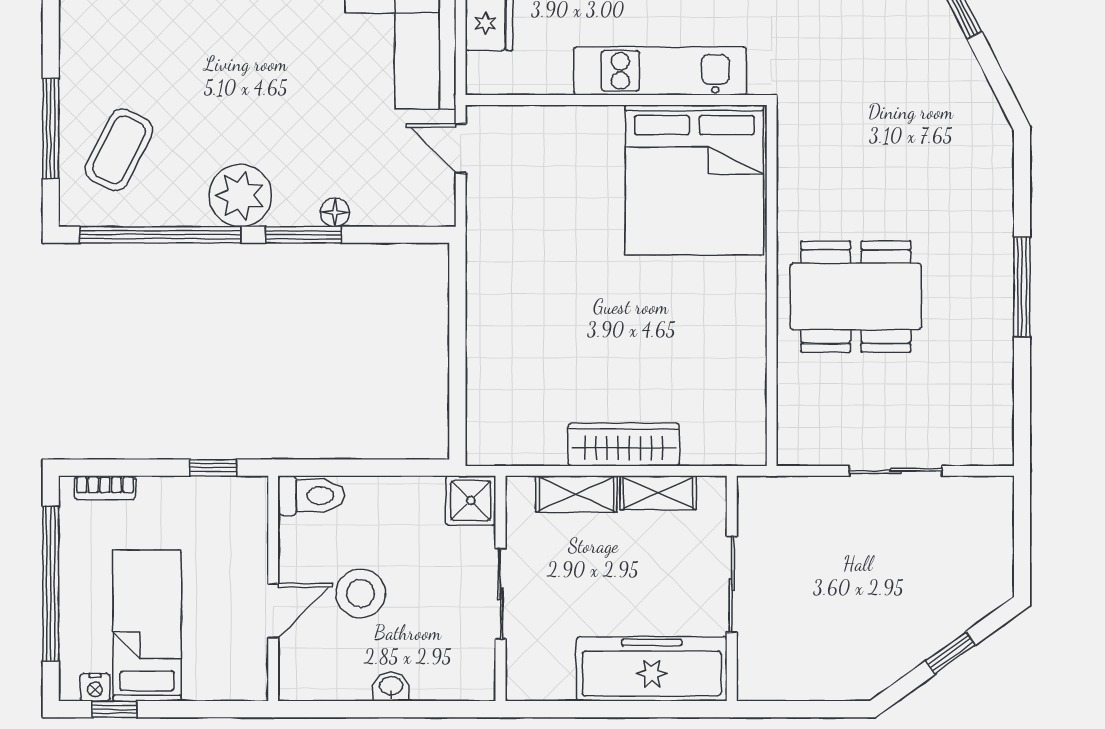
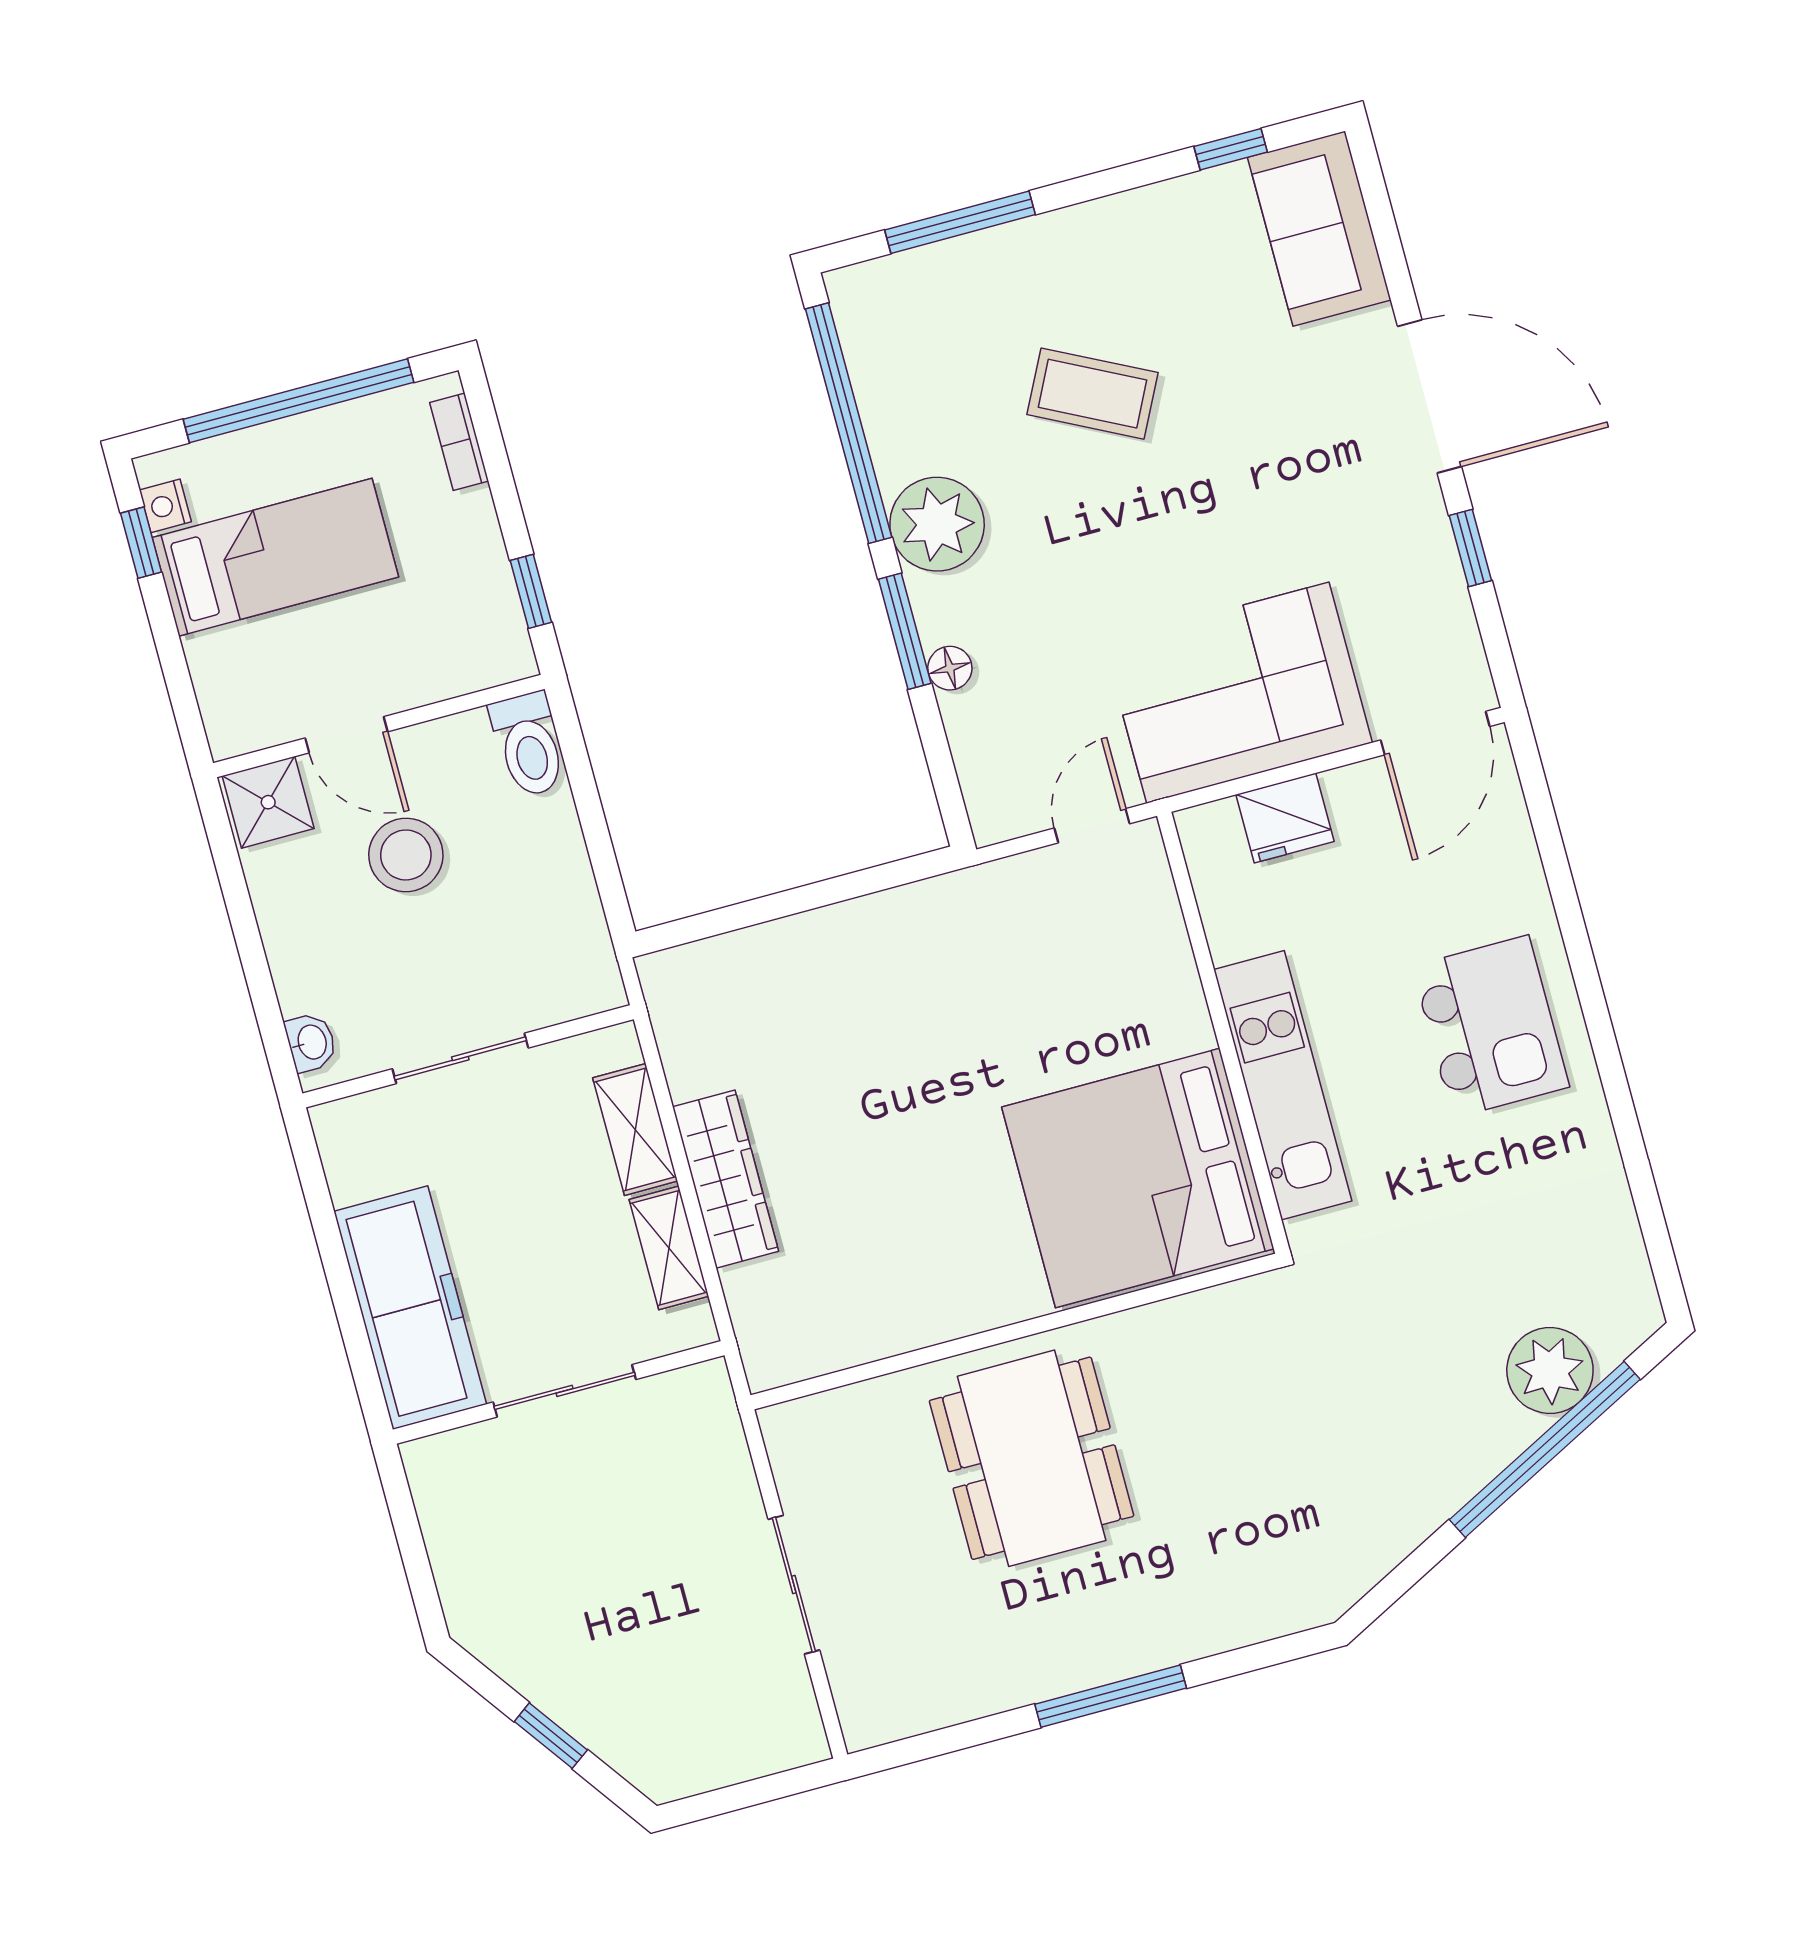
coffee table: (119, 150) -> (1093, 394), moved
shower: (471, 501) -> (268, 802), moved
washbasin: (391, 687) -> (311, 1042), moved

